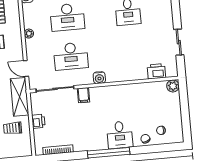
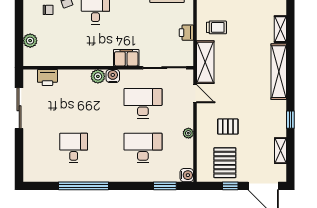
sliding door: (179, 42) -> (19, 108), width x1.37
plant: (112, 76) -> (98, 76), added
plant: (173, 86) -> (30, 41), moved
filing cabinet: (83, 95) -> (126, 58), width x2.00

